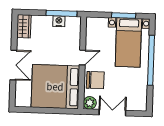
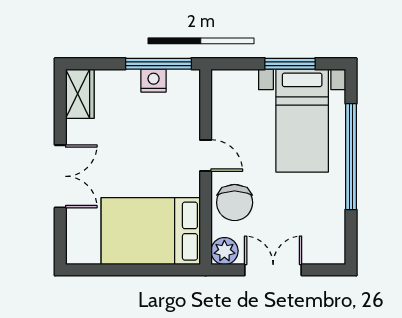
door: (82, 57) -> (206, 155), hinge flipped
chair: (95, 80) -> (235, 203), turned 90
bed: (55, 87) -> (151, 231), width x0.73

